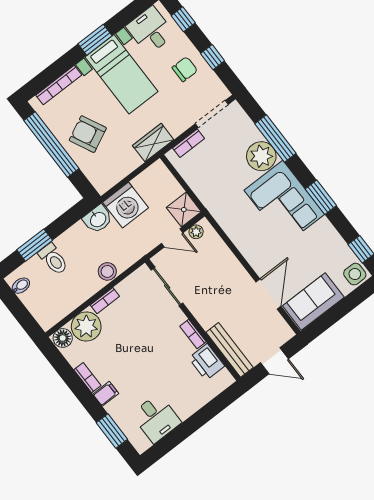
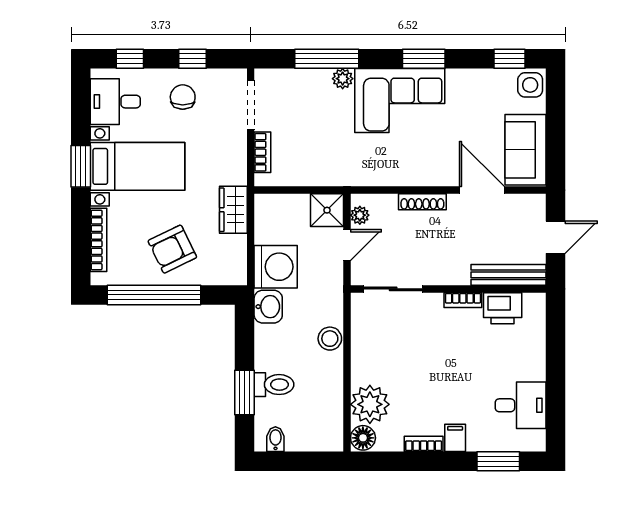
wardrobe: (153, 143) -> (233, 210), moved
plant: (261, 156) -> (343, 79), width x0.53, depth x0.53
shoe rack: (234, 263) -> (422, 202), added
bookcase: (105, 301) -> (358, 364), removed

